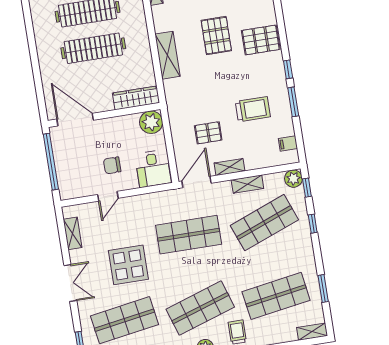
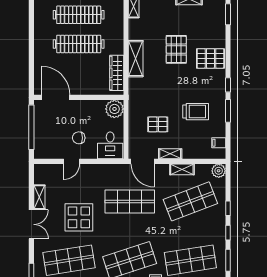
wardrobe: (136, 98) -> (117, 73), moved, turned -90
door: (197, 182) -> (143, 161), swing flipped
window: (307, 188) -> (228, 233), moved
shelving: (73, 233) -> (39, 197), moved

